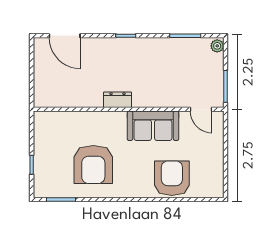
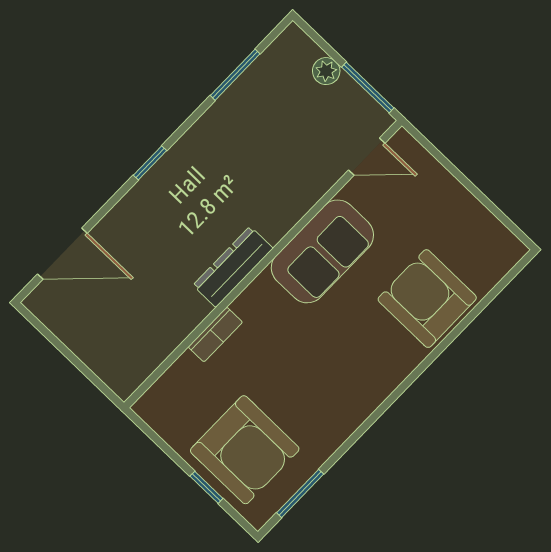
plant: (217, 46) -> (326, 71), moved
dresser: (118, 100) -> (233, 267), width x1.44
bookcase: (88, 116) -> (215, 334), added
armchair: (93, 164) -> (245, 450), moved

